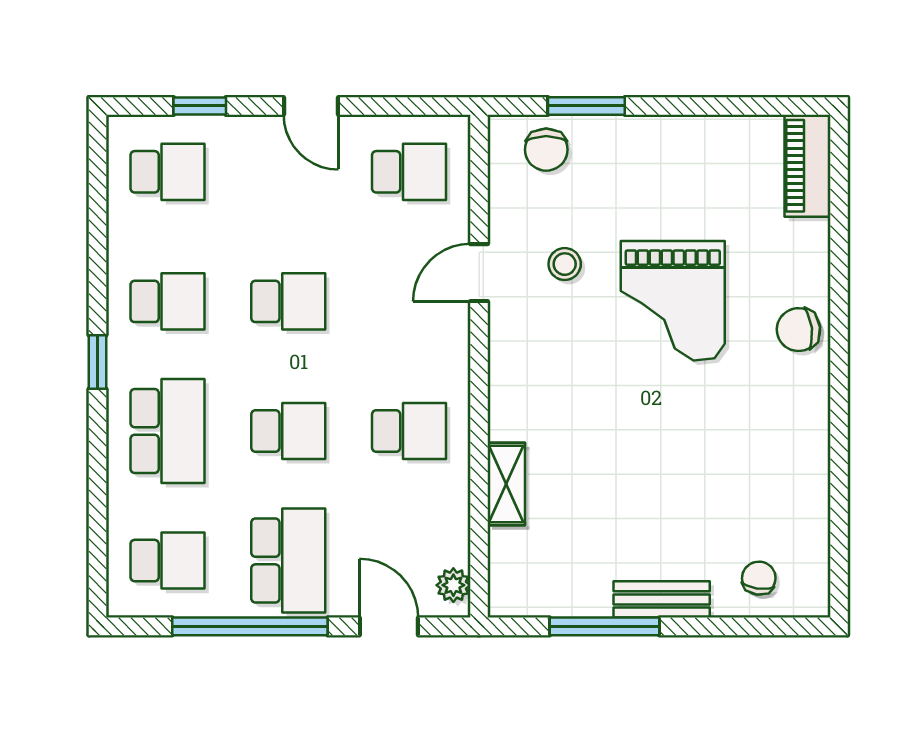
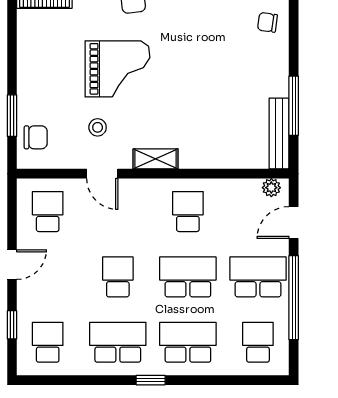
school desk: (167, 301) -> (118, 342), width x1.85
school desk: (288, 431) -> (188, 277), width x1.85
shelving: (506, 484) -> (156, 159), moved
bench: (662, 599) -> (279, 134), moved, width x1.36

